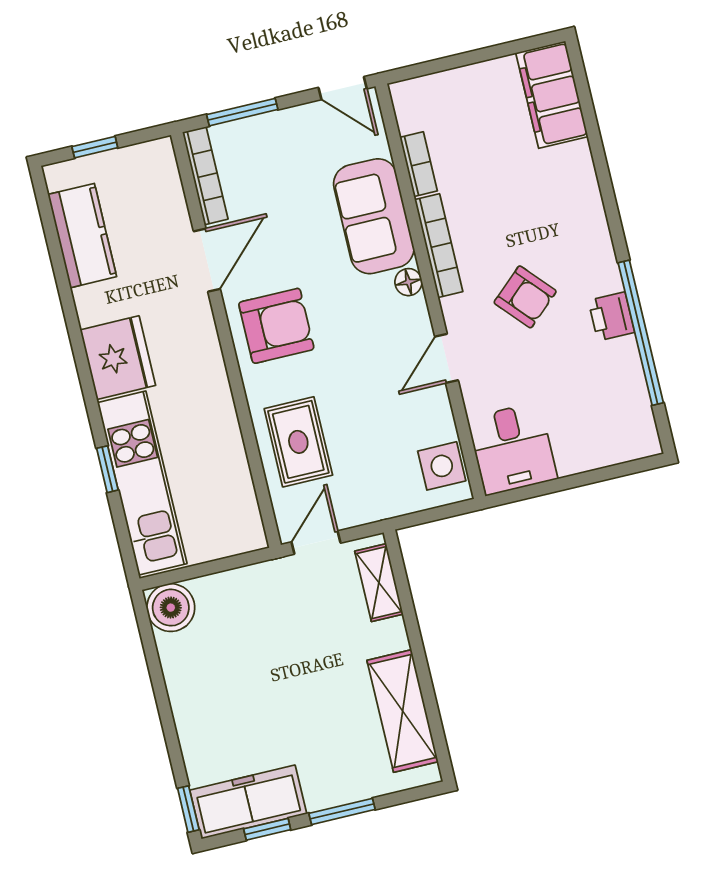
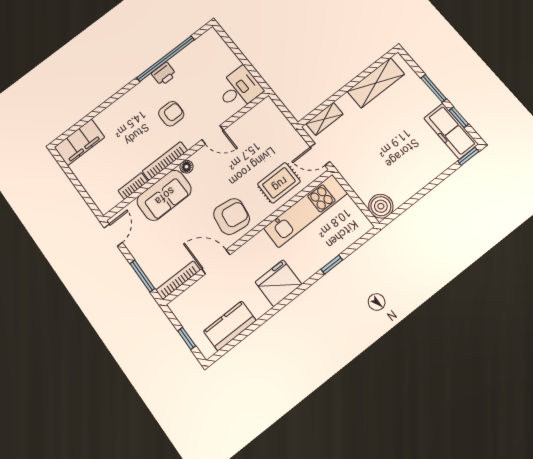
armchair: (525, 297) -> (171, 114), turned 42
armchair: (276, 326) -> (232, 216), turned 98
side table: (442, 466) -> (260, 115), removed
kitchen unit: (142, 483) -> (306, 211), moved, turned 180

